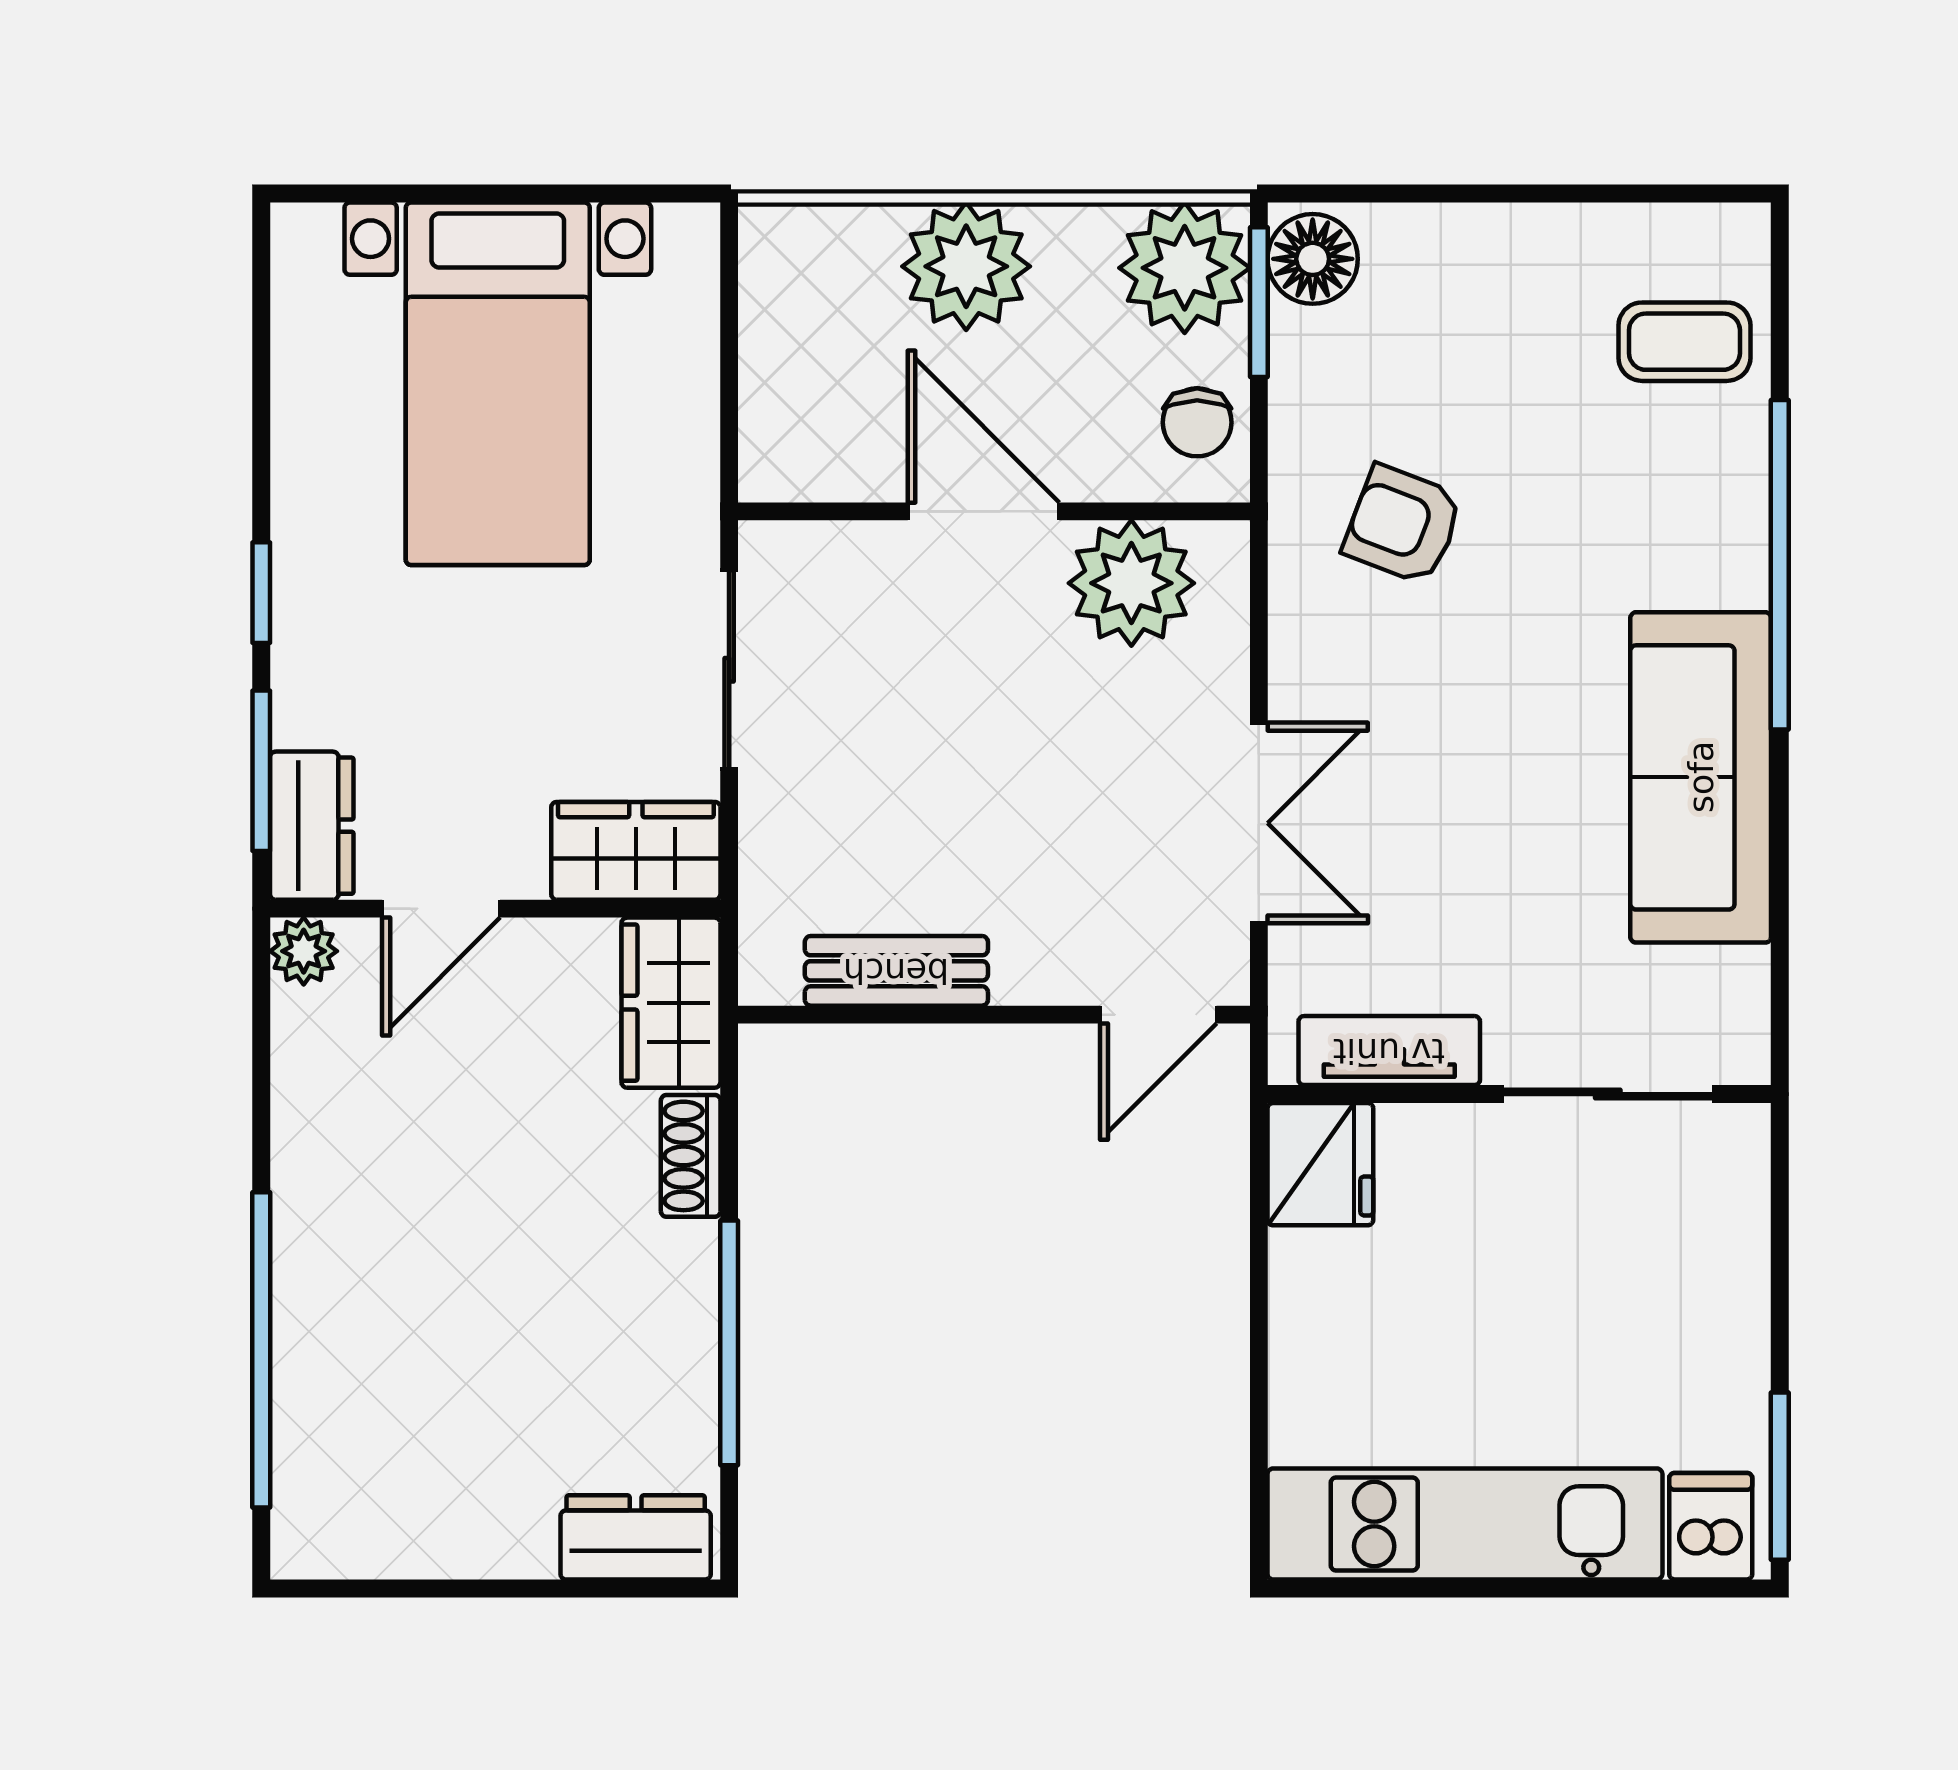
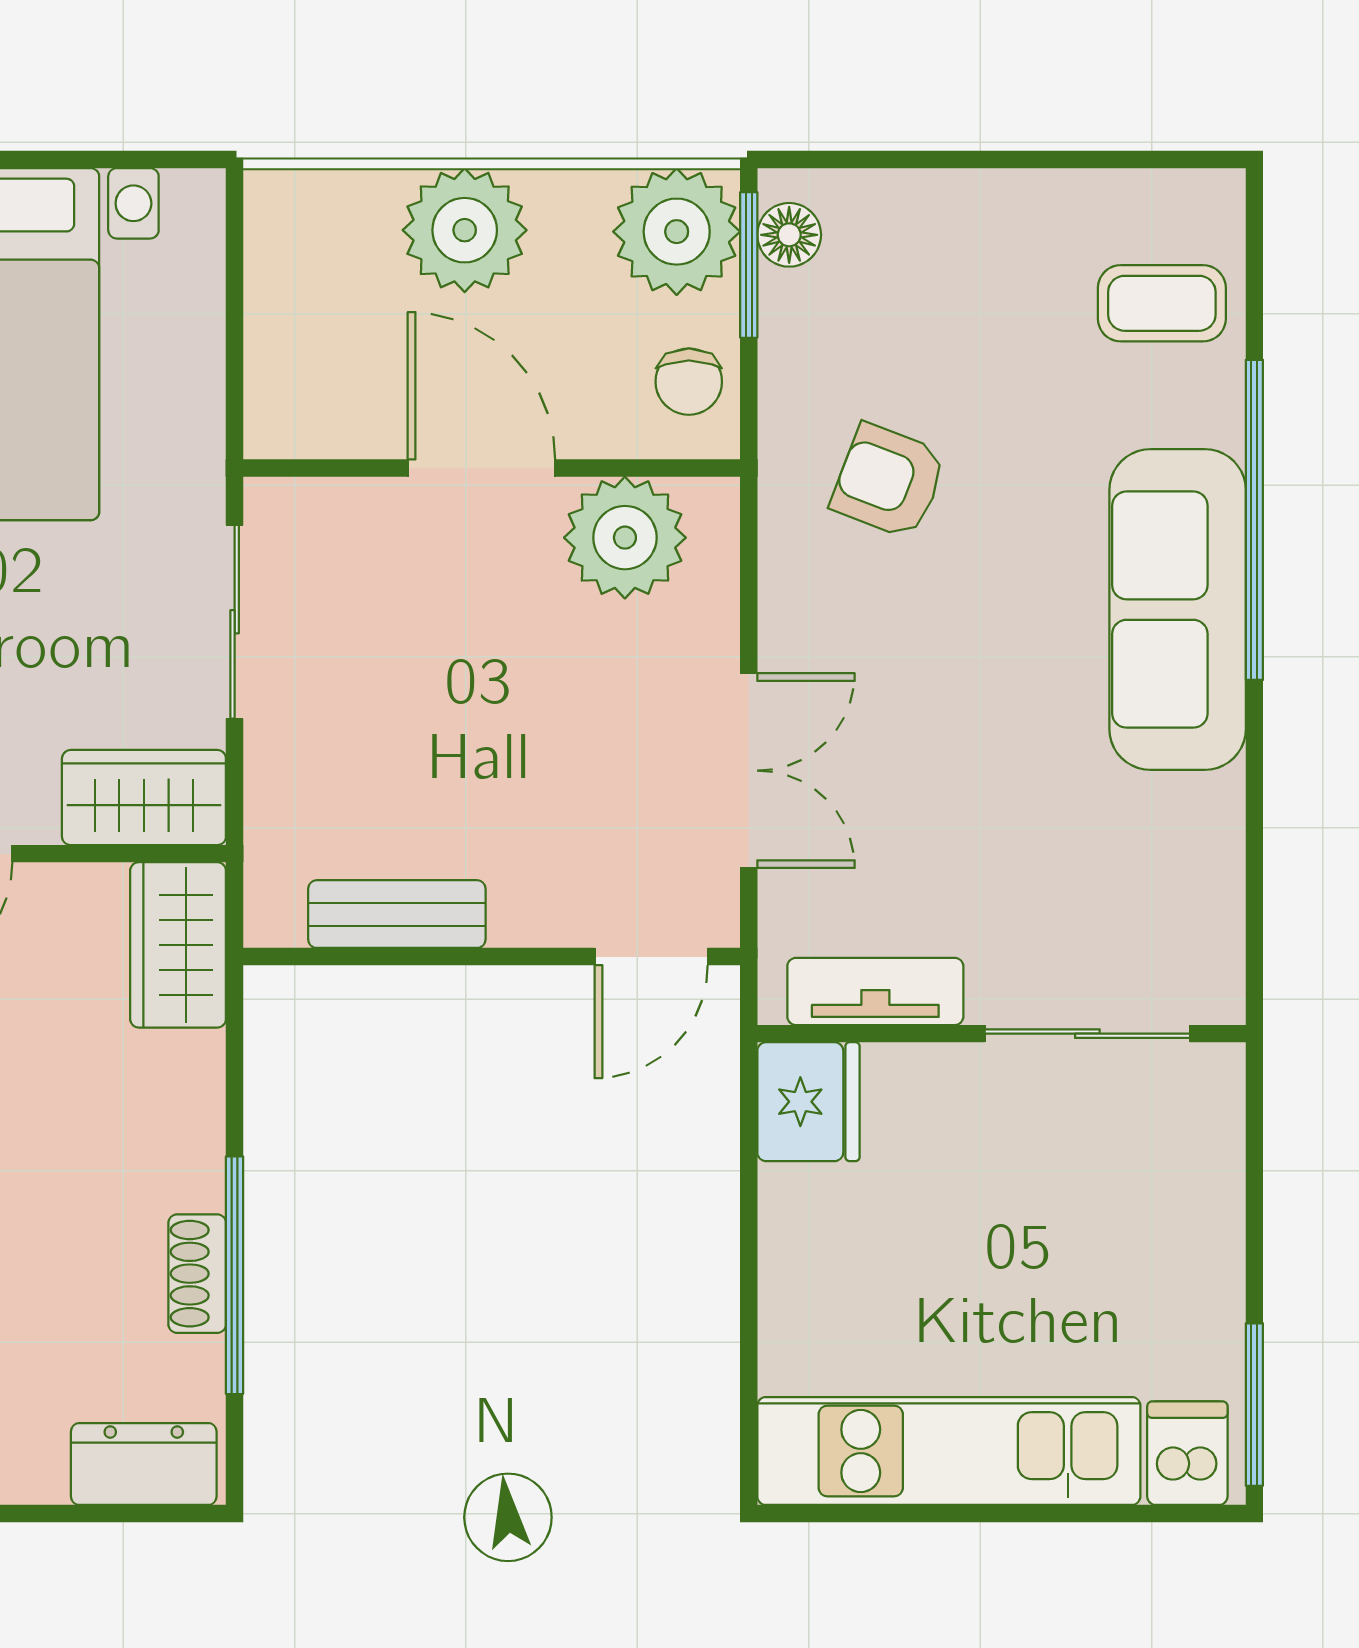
floor lamp: (1313, 259) -> (789, 235), width x0.73, depth x0.73
sofa: (1701, 777) -> (1178, 610), moved
shoe rack: (691, 1156) -> (197, 1274), moved

